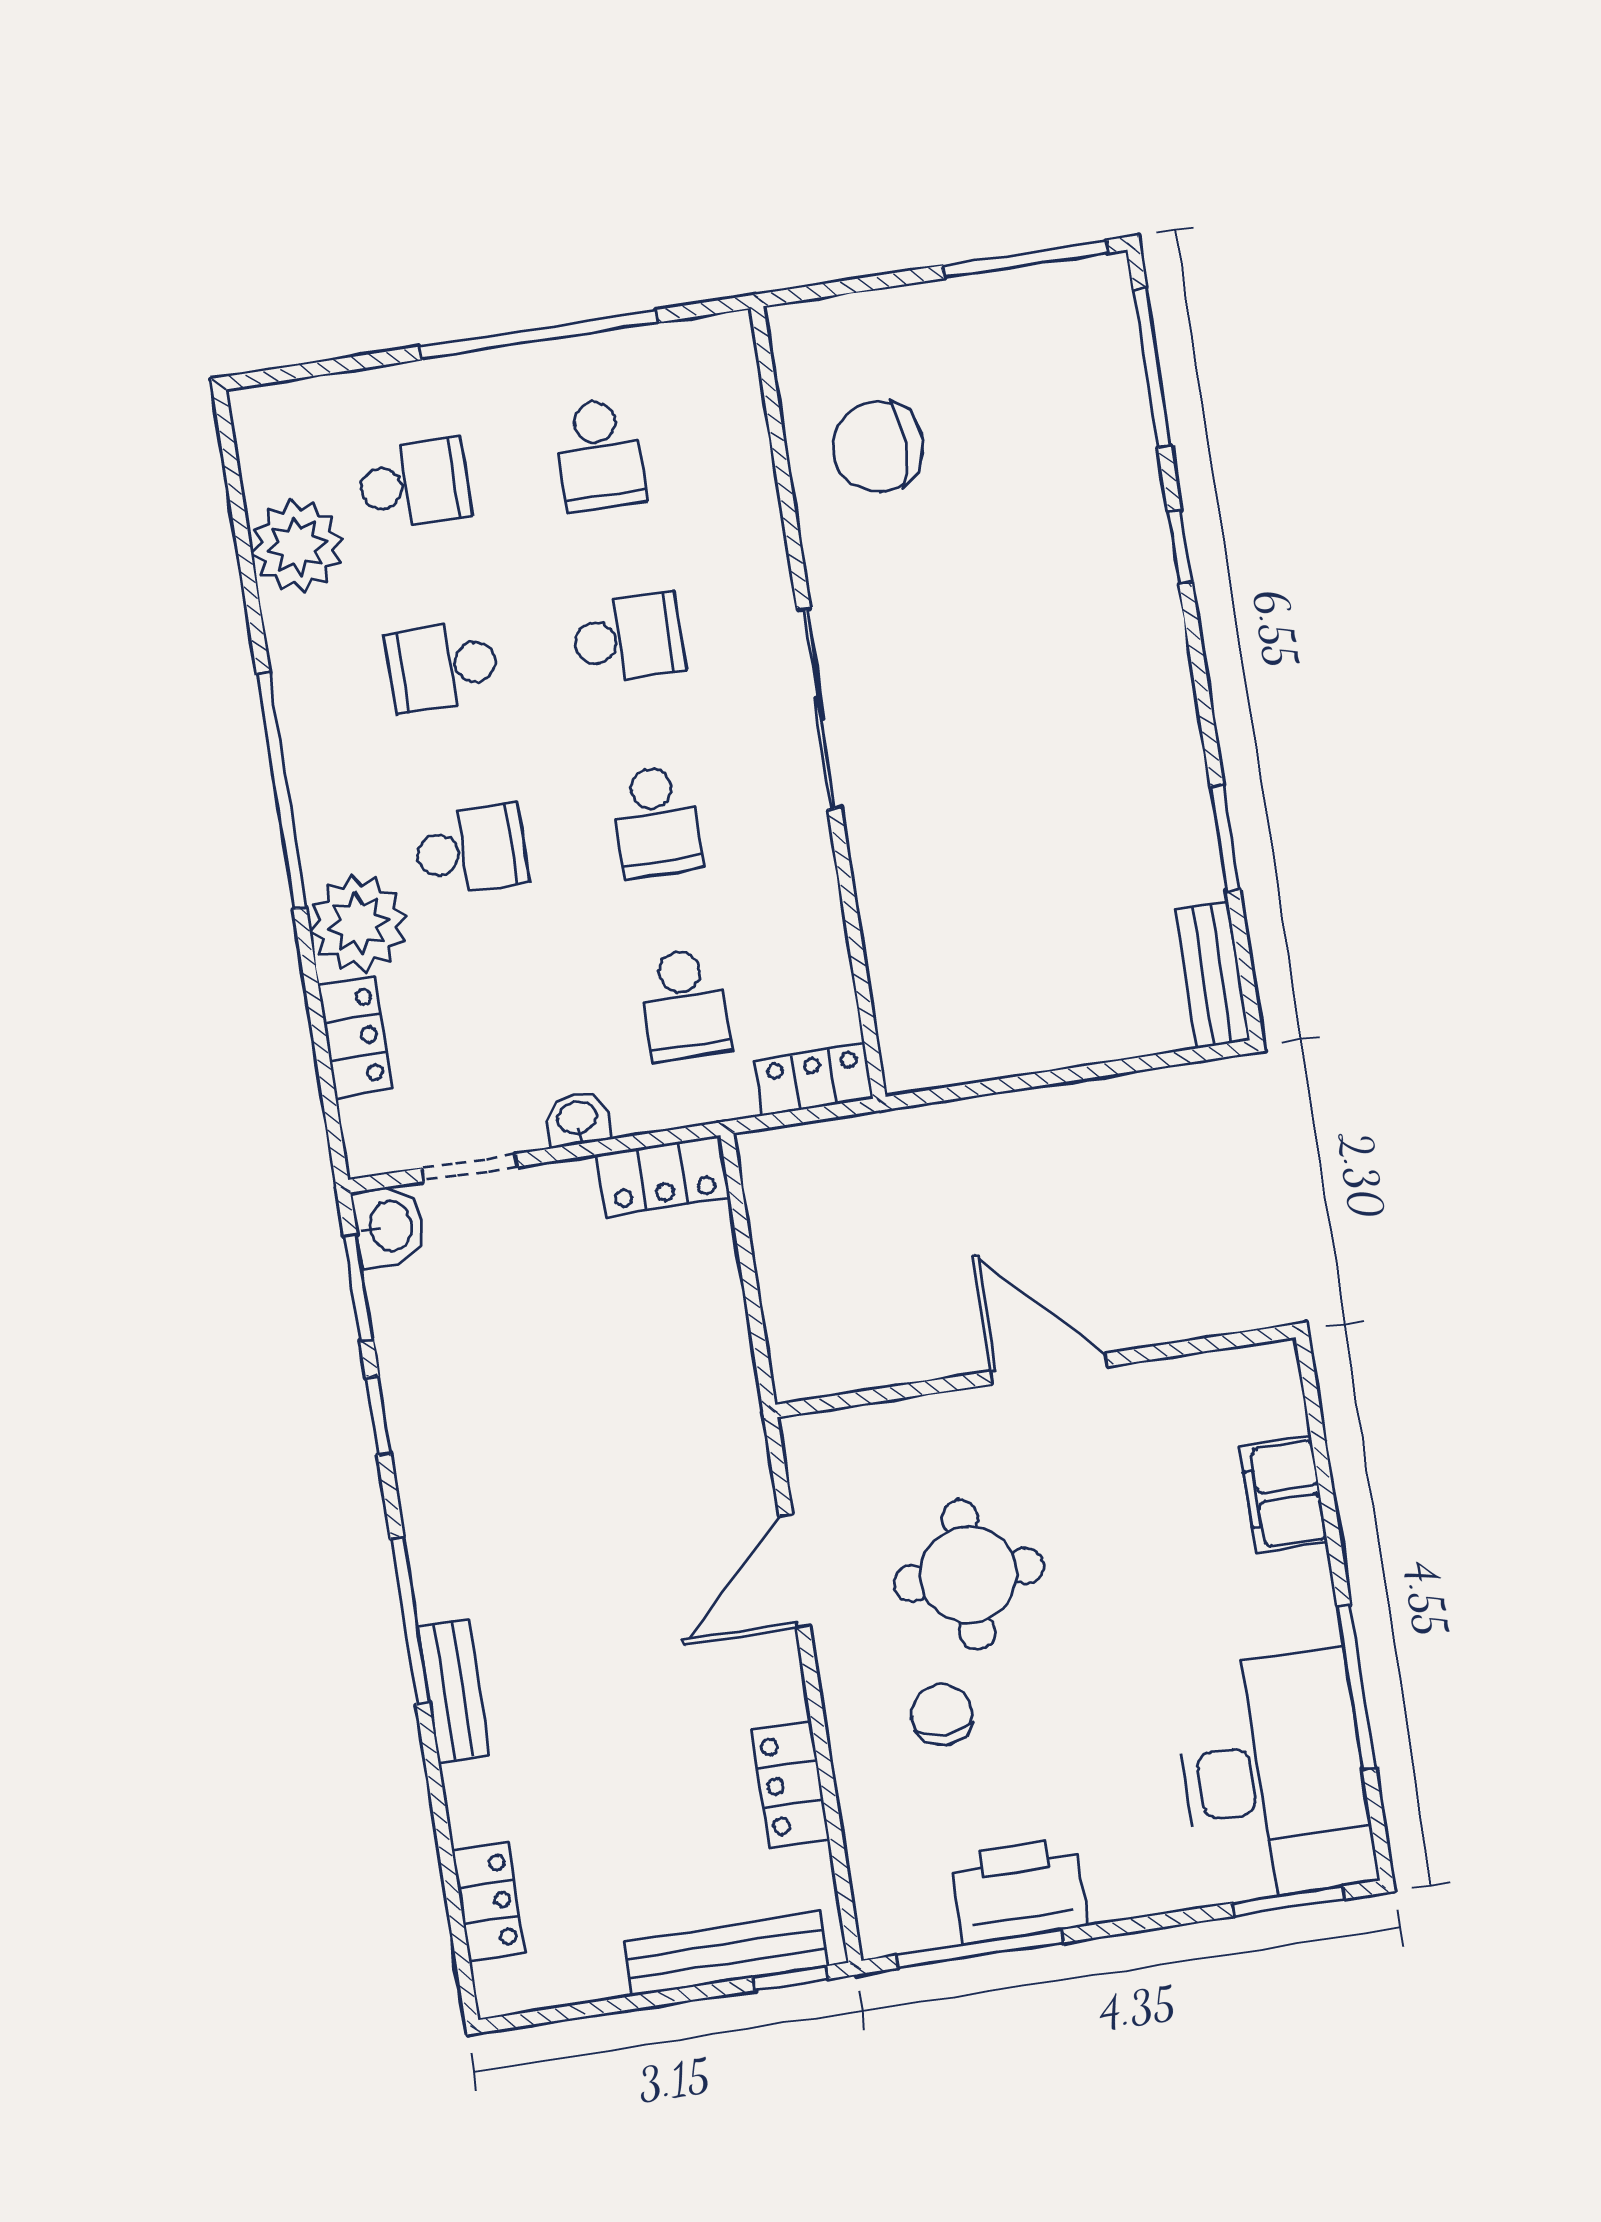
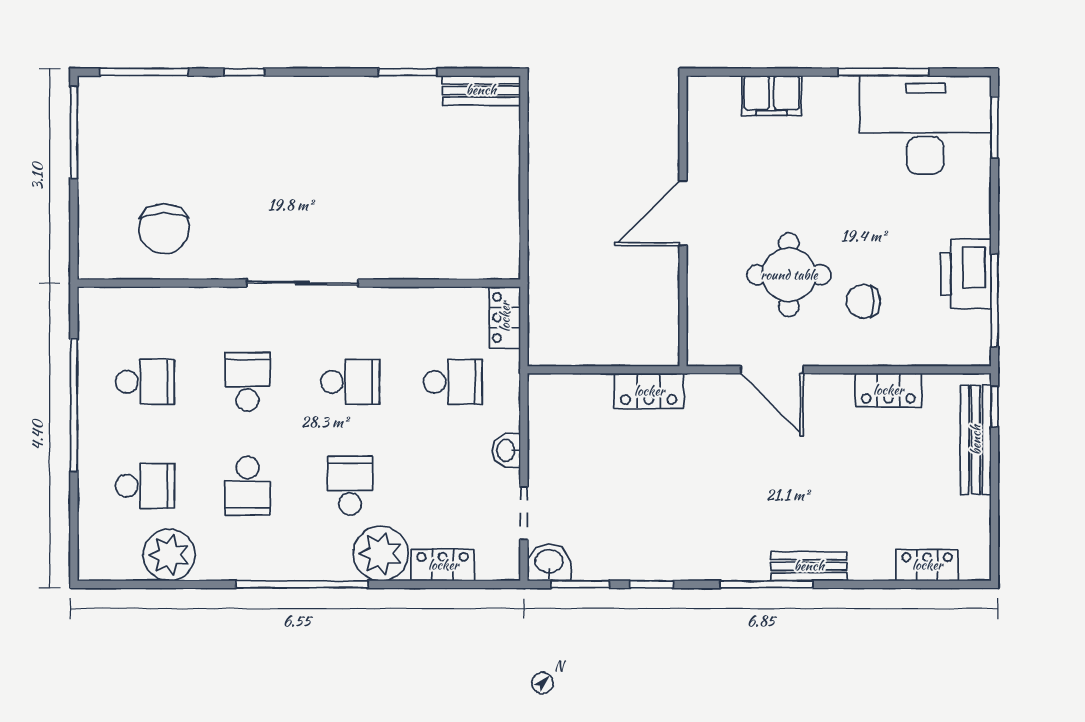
school desk: (414, 484) -> (145, 486), turned 90
locker: (663, 1176) -> (649, 391), moved, turned 90

